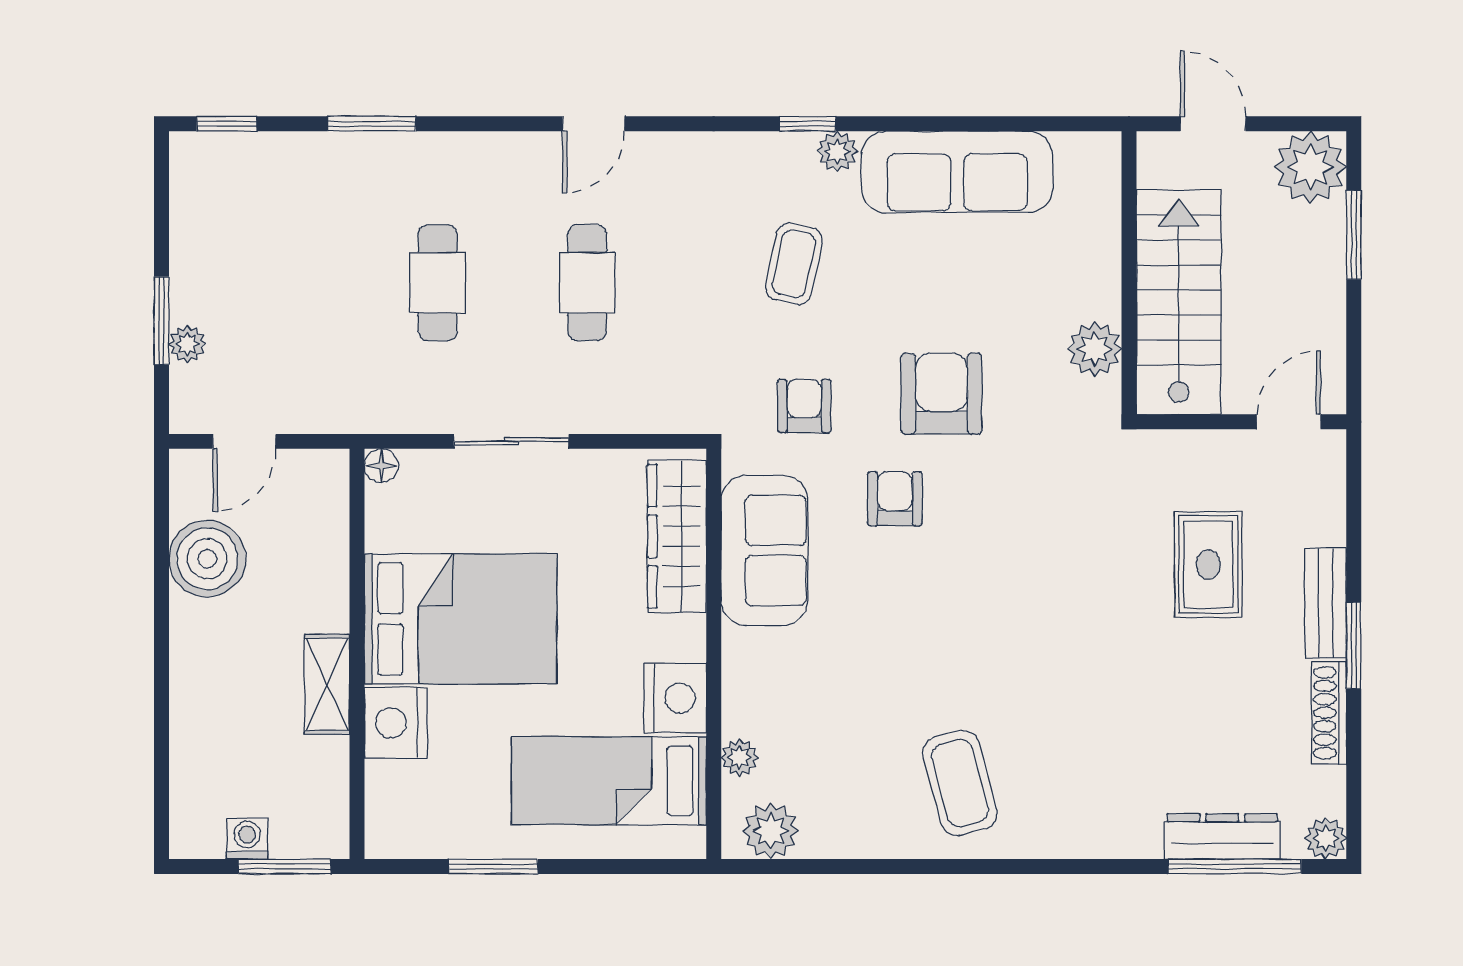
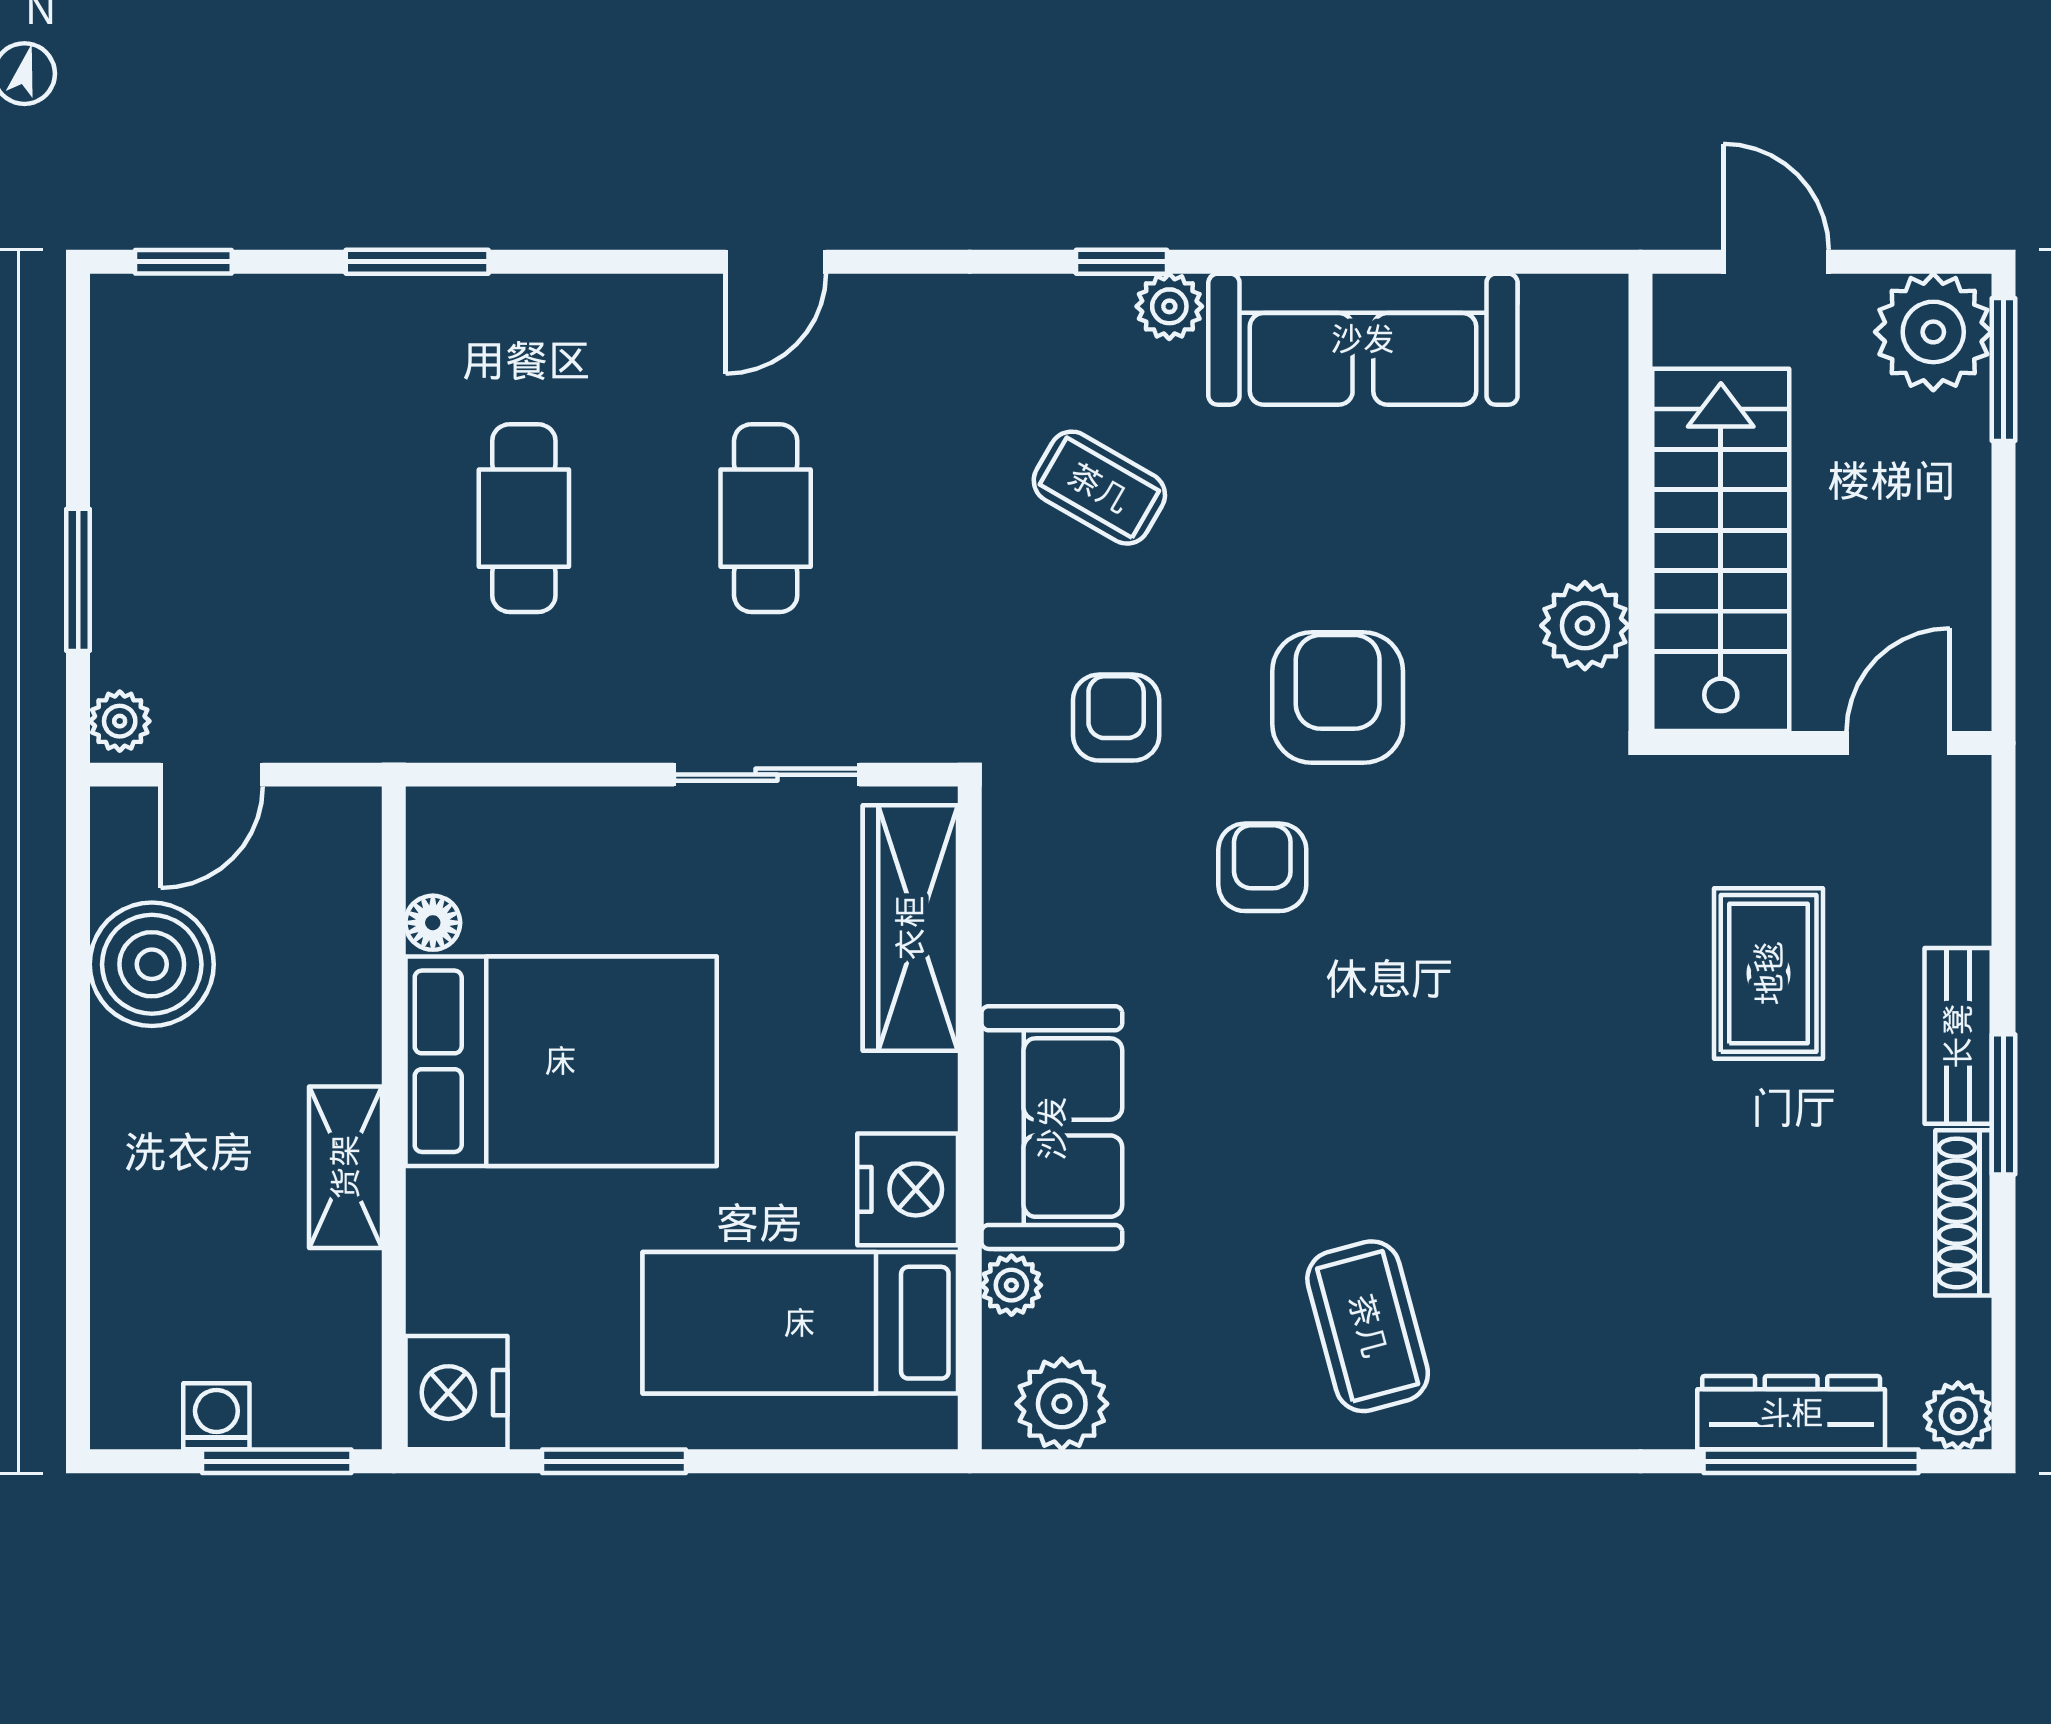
window: (1354, 235) -> (2004, 369), moved
coffee table: (794, 264) -> (1099, 488), turned -72
plant: (187, 344) -> (120, 721), moved
sliding door: (511, 441) -> (767, 775), moved
floor lamp: (381, 466) -> (433, 923), moved
sofa: (764, 550) -> (1052, 1128), moved
nightstand: (396, 723) -> (456, 1393), moved

